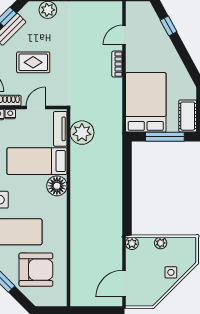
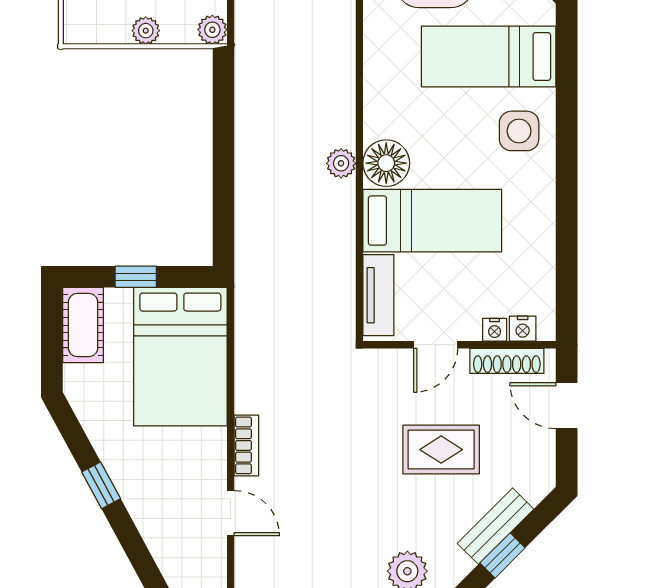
window: (169, 26) -> (101, 485), moved
door: (124, 35) -> (231, 513), hinge flipped
plant: (82, 133) -> (341, 163), moved, width x0.53, depth x0.53
window: (165, 137) -> (136, 277), width x0.46

